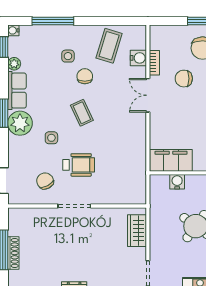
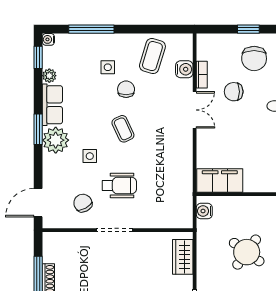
double door: (148, 95) -> (195, 110), swing flipped
water cooler: (177, 182) -> (204, 211), moved, turned -90

